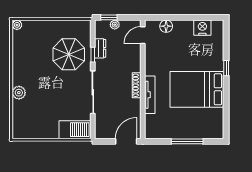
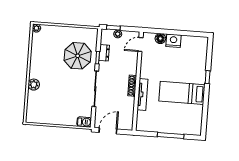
nightstand: (202, 28) -> (173, 41), moved
bed: (197, 89) -> (182, 93), width x0.67
barbecue: (75, 130) -> (84, 122), width x0.53, depth x0.65
door: (126, 141) -> (108, 131), moved

